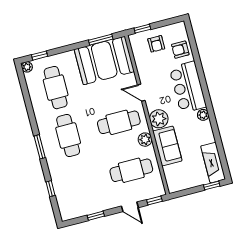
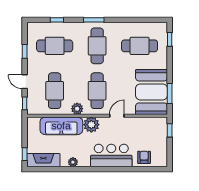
armchair: (156, 44) -> (154, 139), removed
plant: (27, 67) -> (163, 27), removed
plant: (203, 115) -> (73, 162), moved
cafe table: (68, 135) -> (97, 46), turned 90
sofa: (167, 146) -> (61, 126), width x1.36
cafe table: (81, 183) -> (55, 46), added
door: (130, 207) -> (25, 82), hinge flipped

